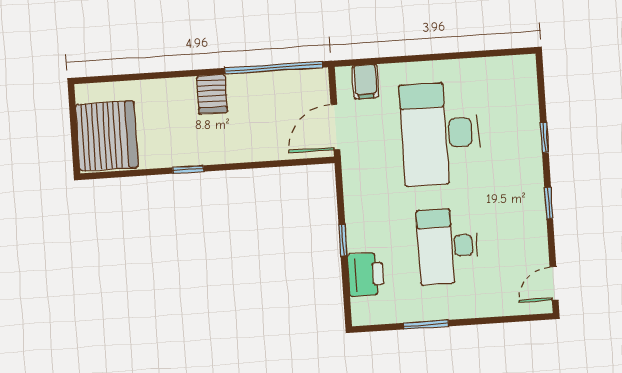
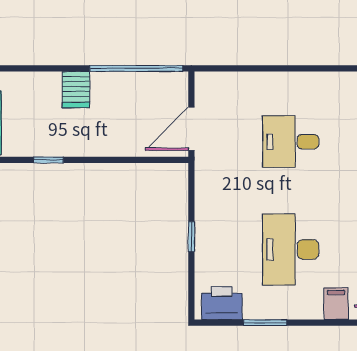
filing cabinet: (365, 82) -> (336, 304), moved, turned 180
desk: (440, 134) -> (291, 142), width x0.53, depth x0.77
printer: (366, 274) -> (222, 303), moved, turned -90

